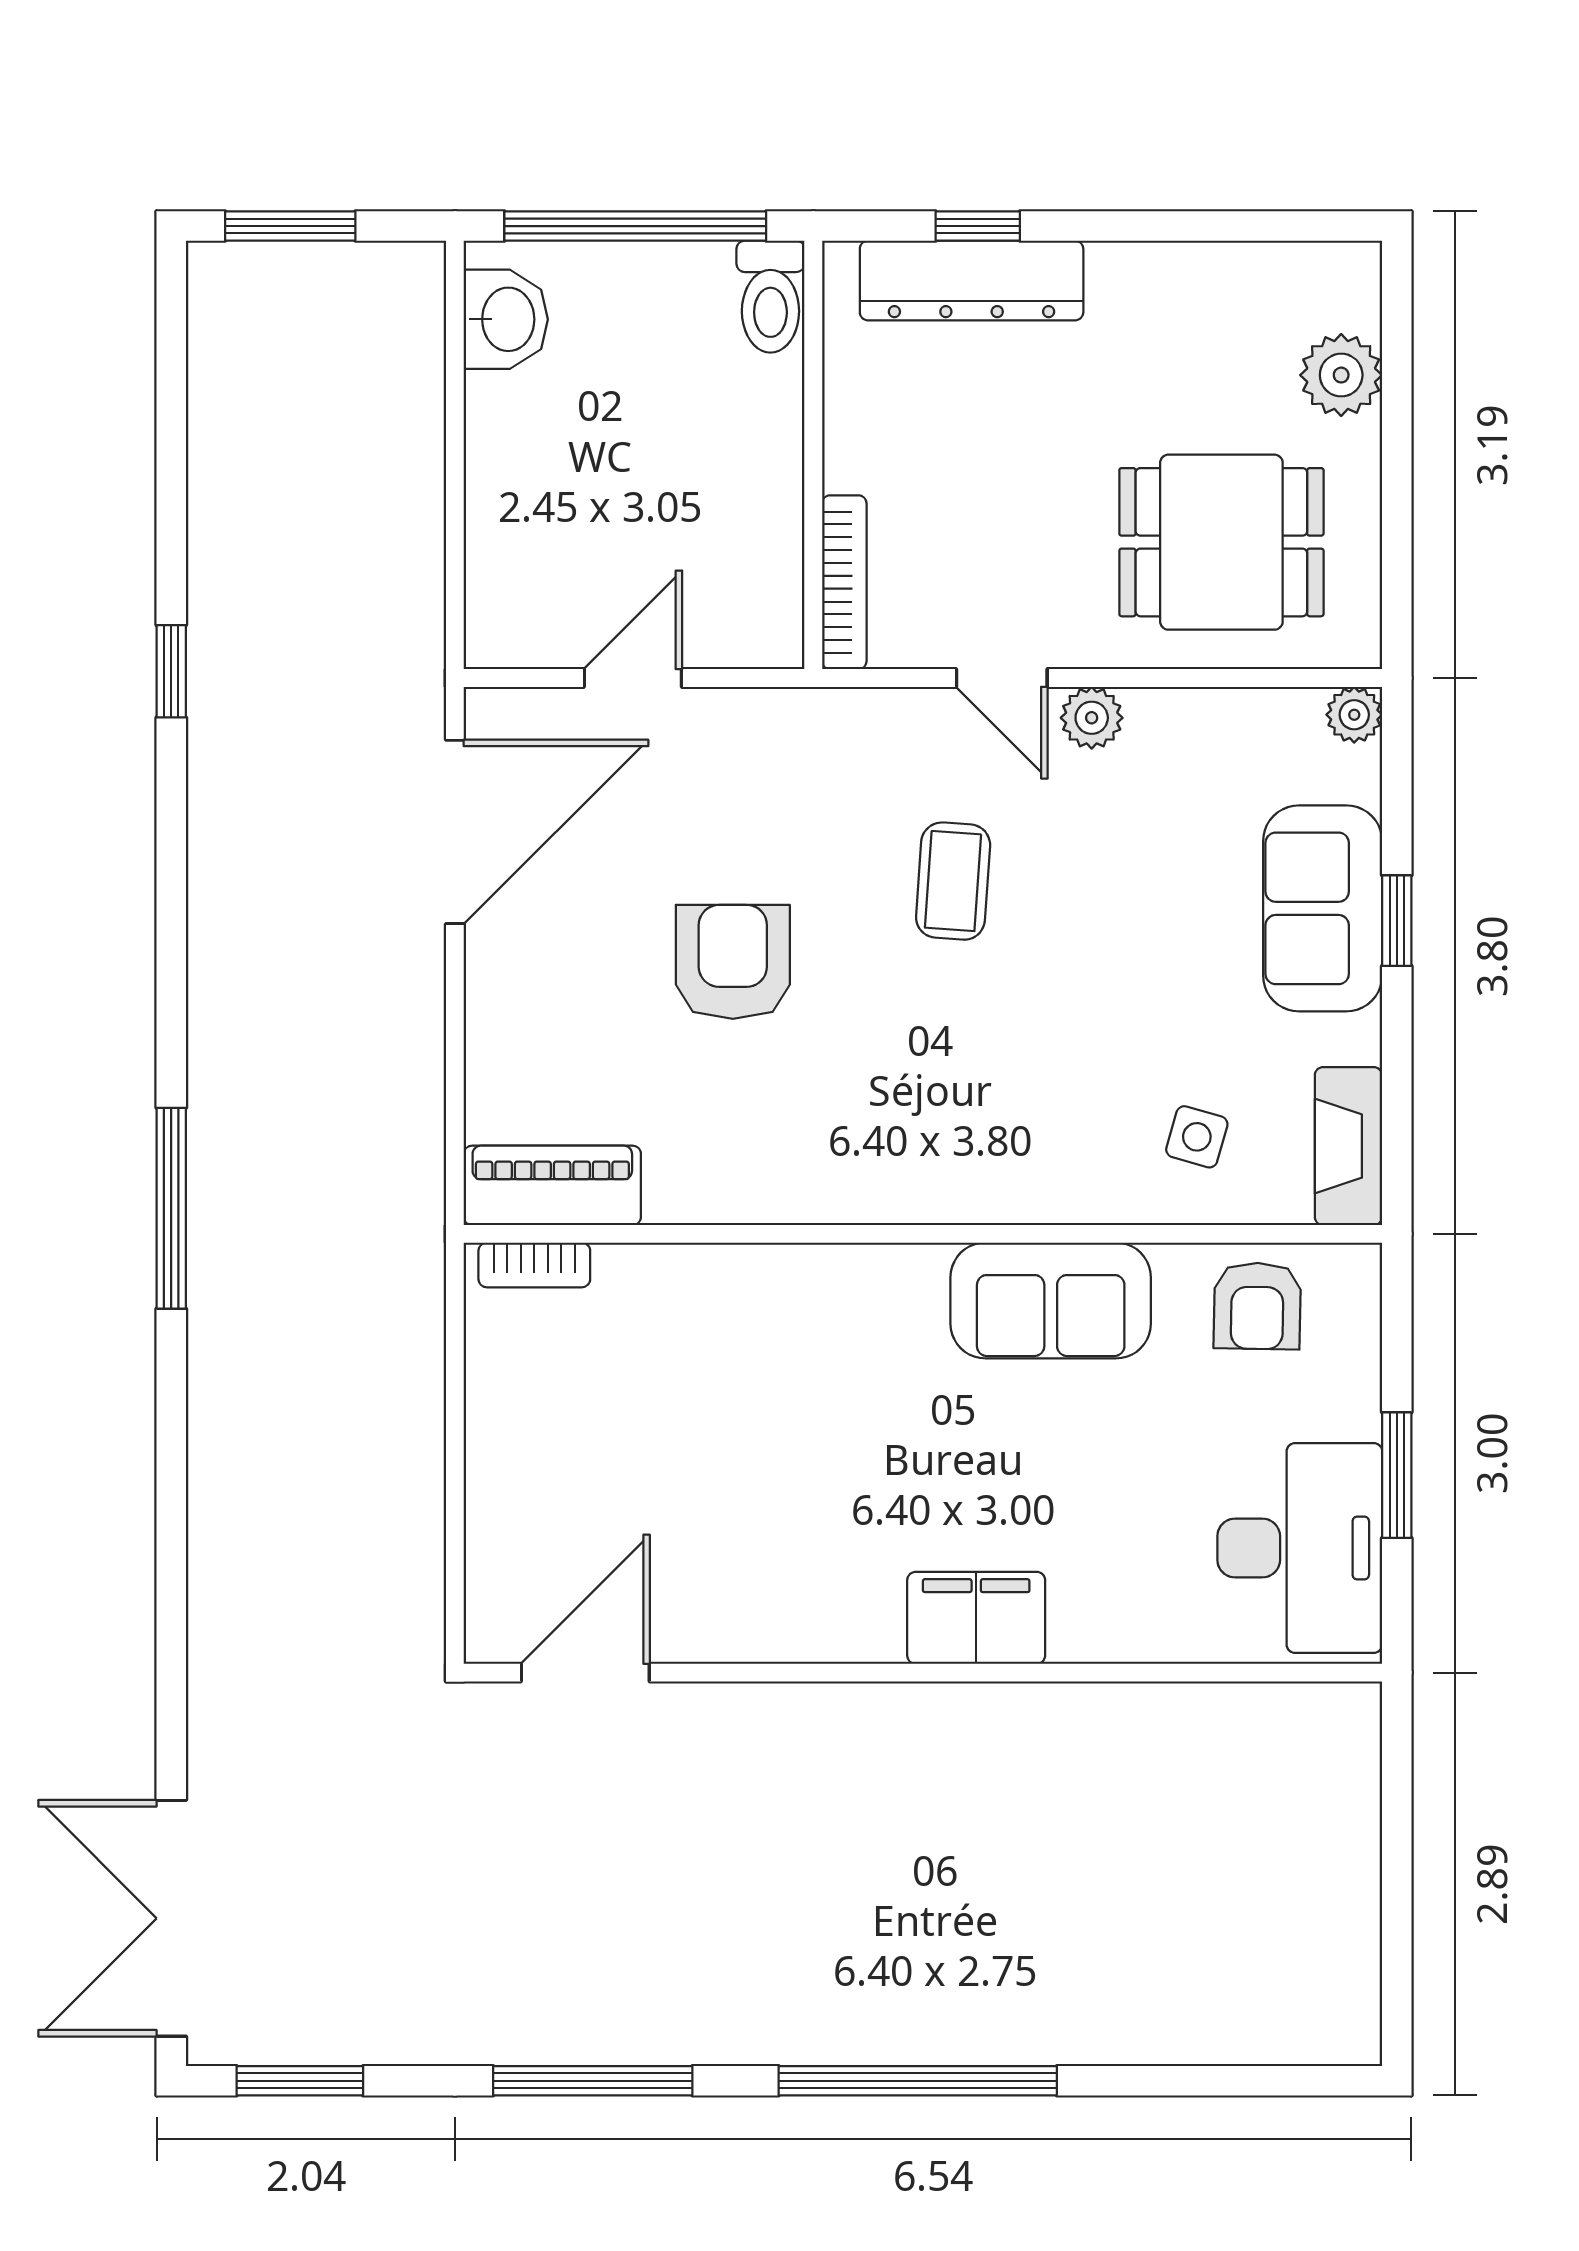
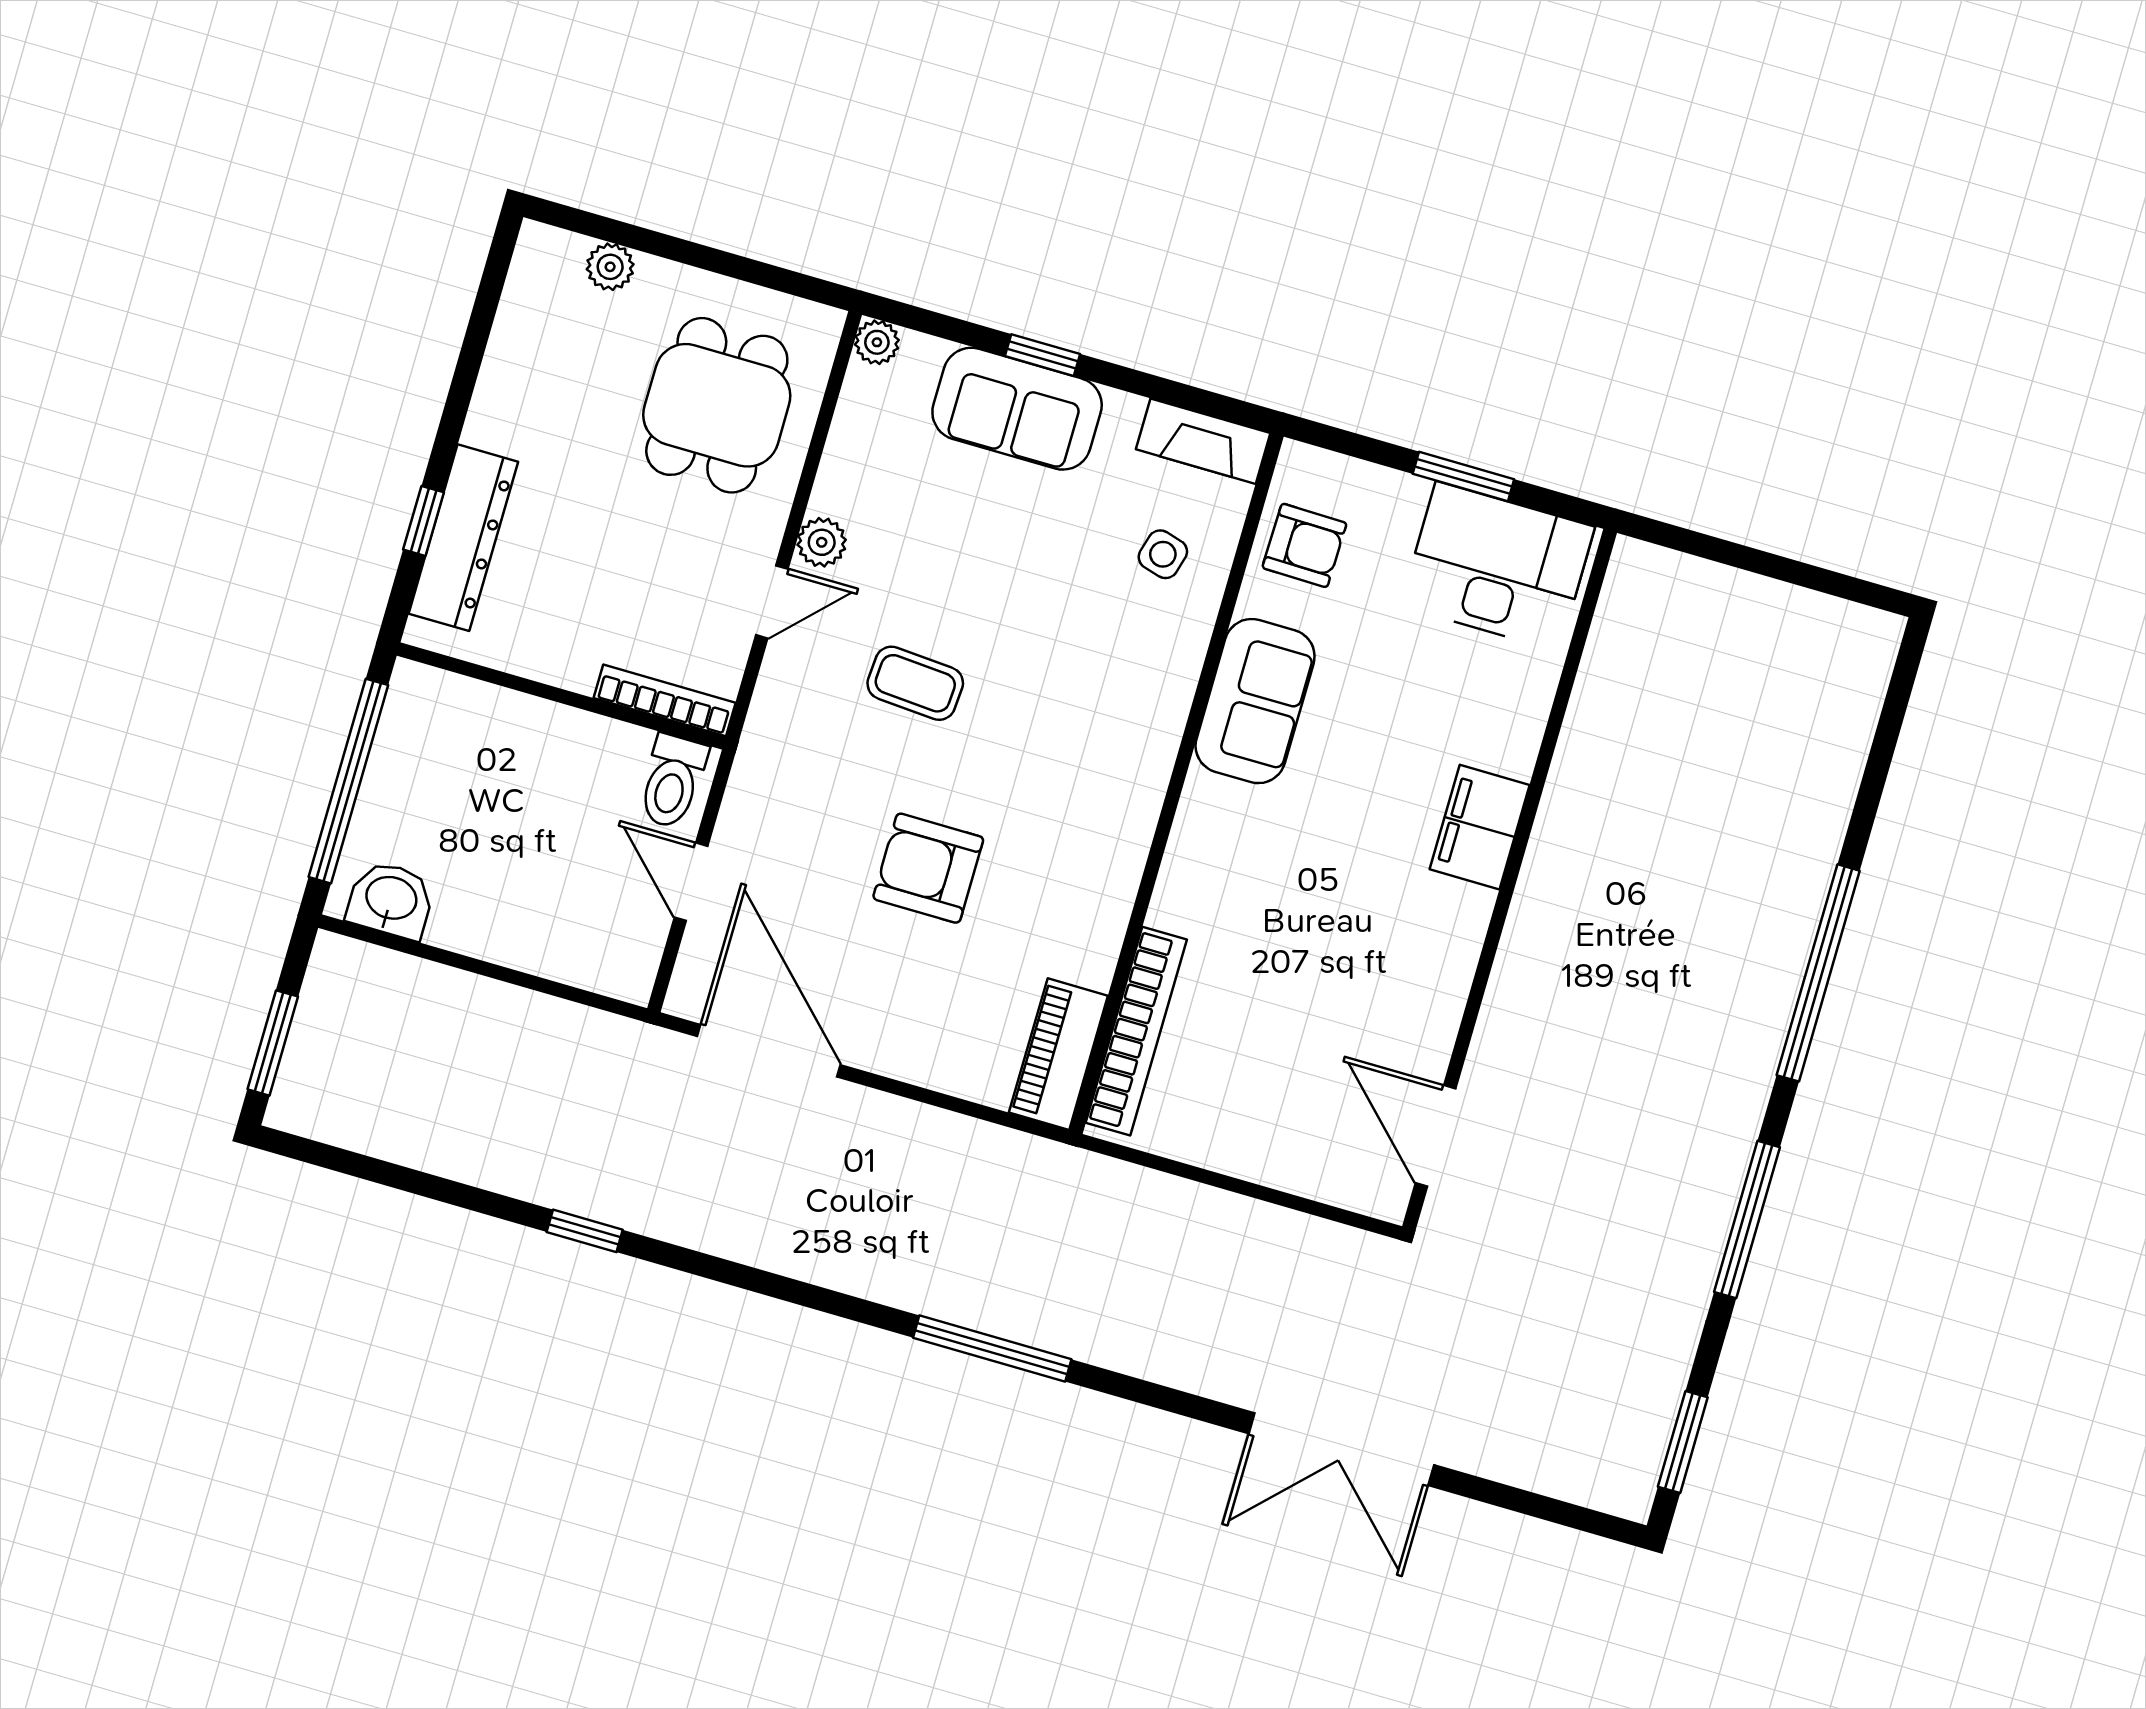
toilet: (770, 297) -> (672, 781), moved, turned 90
plant: (1341, 375) -> (610, 267), width x0.73, depth x0.73
bookcase: (534, 1265) -> (1136, 1031), width x2.31, depth x1.31
double door: (171, 1918) -> (1341, 1449), moved

